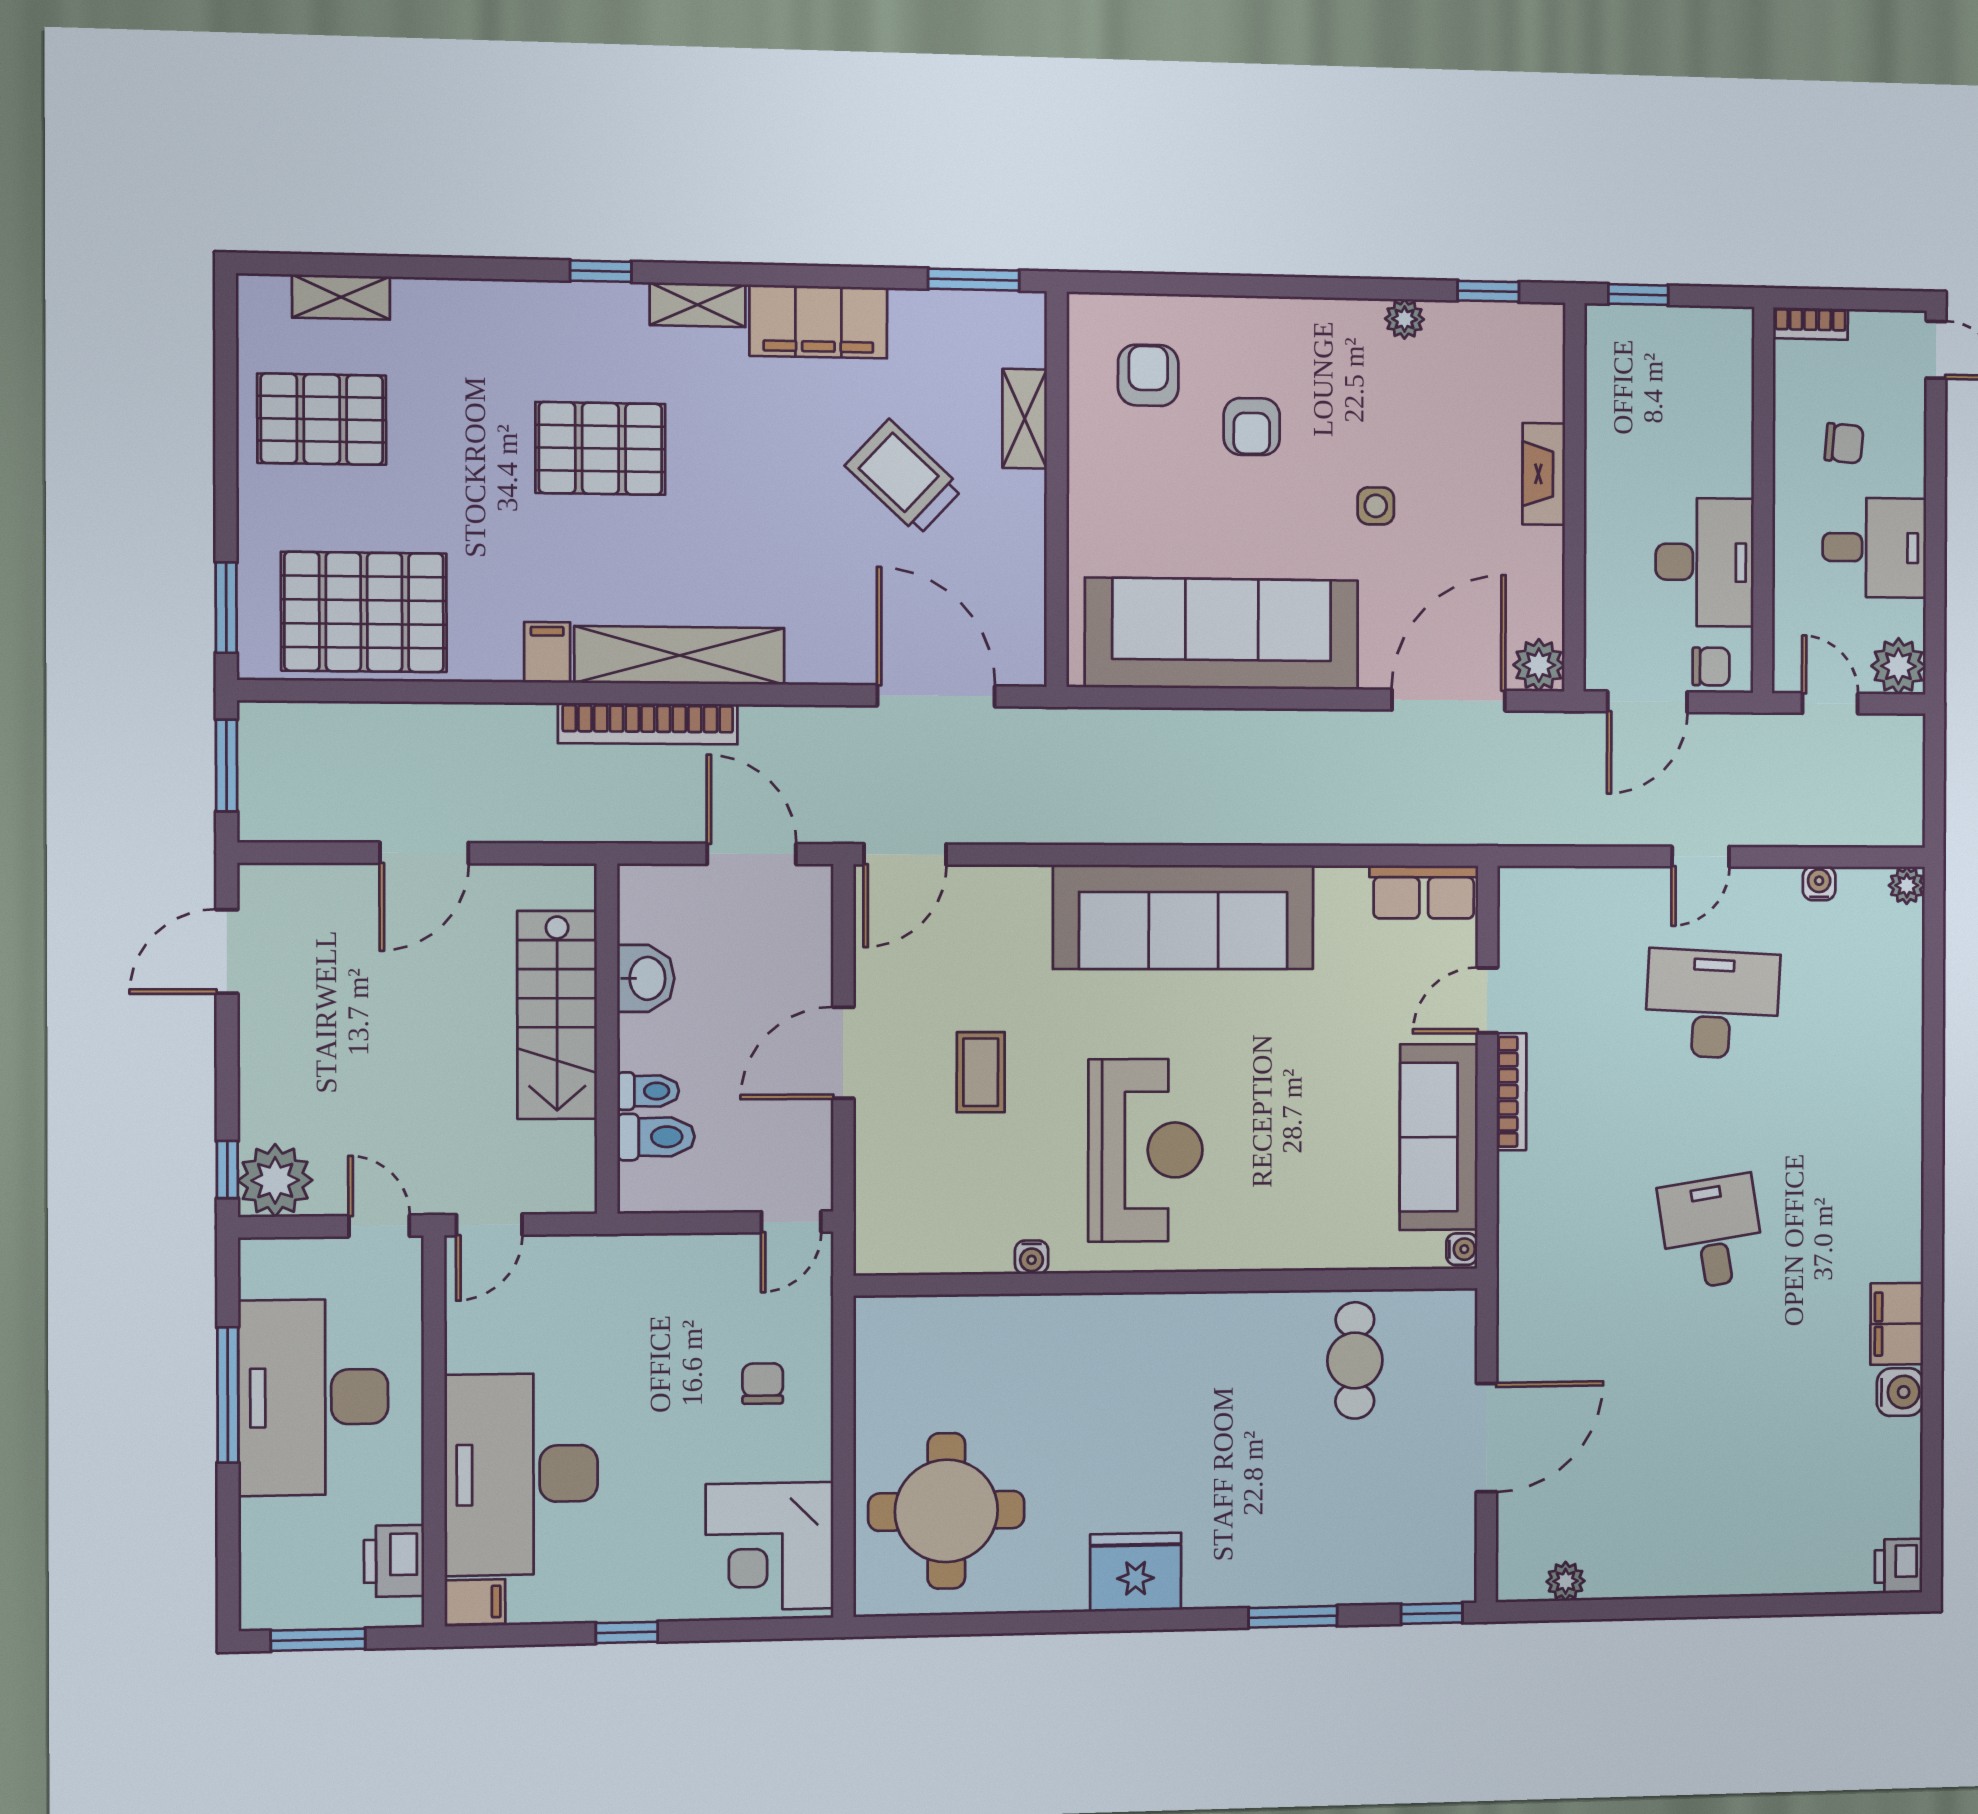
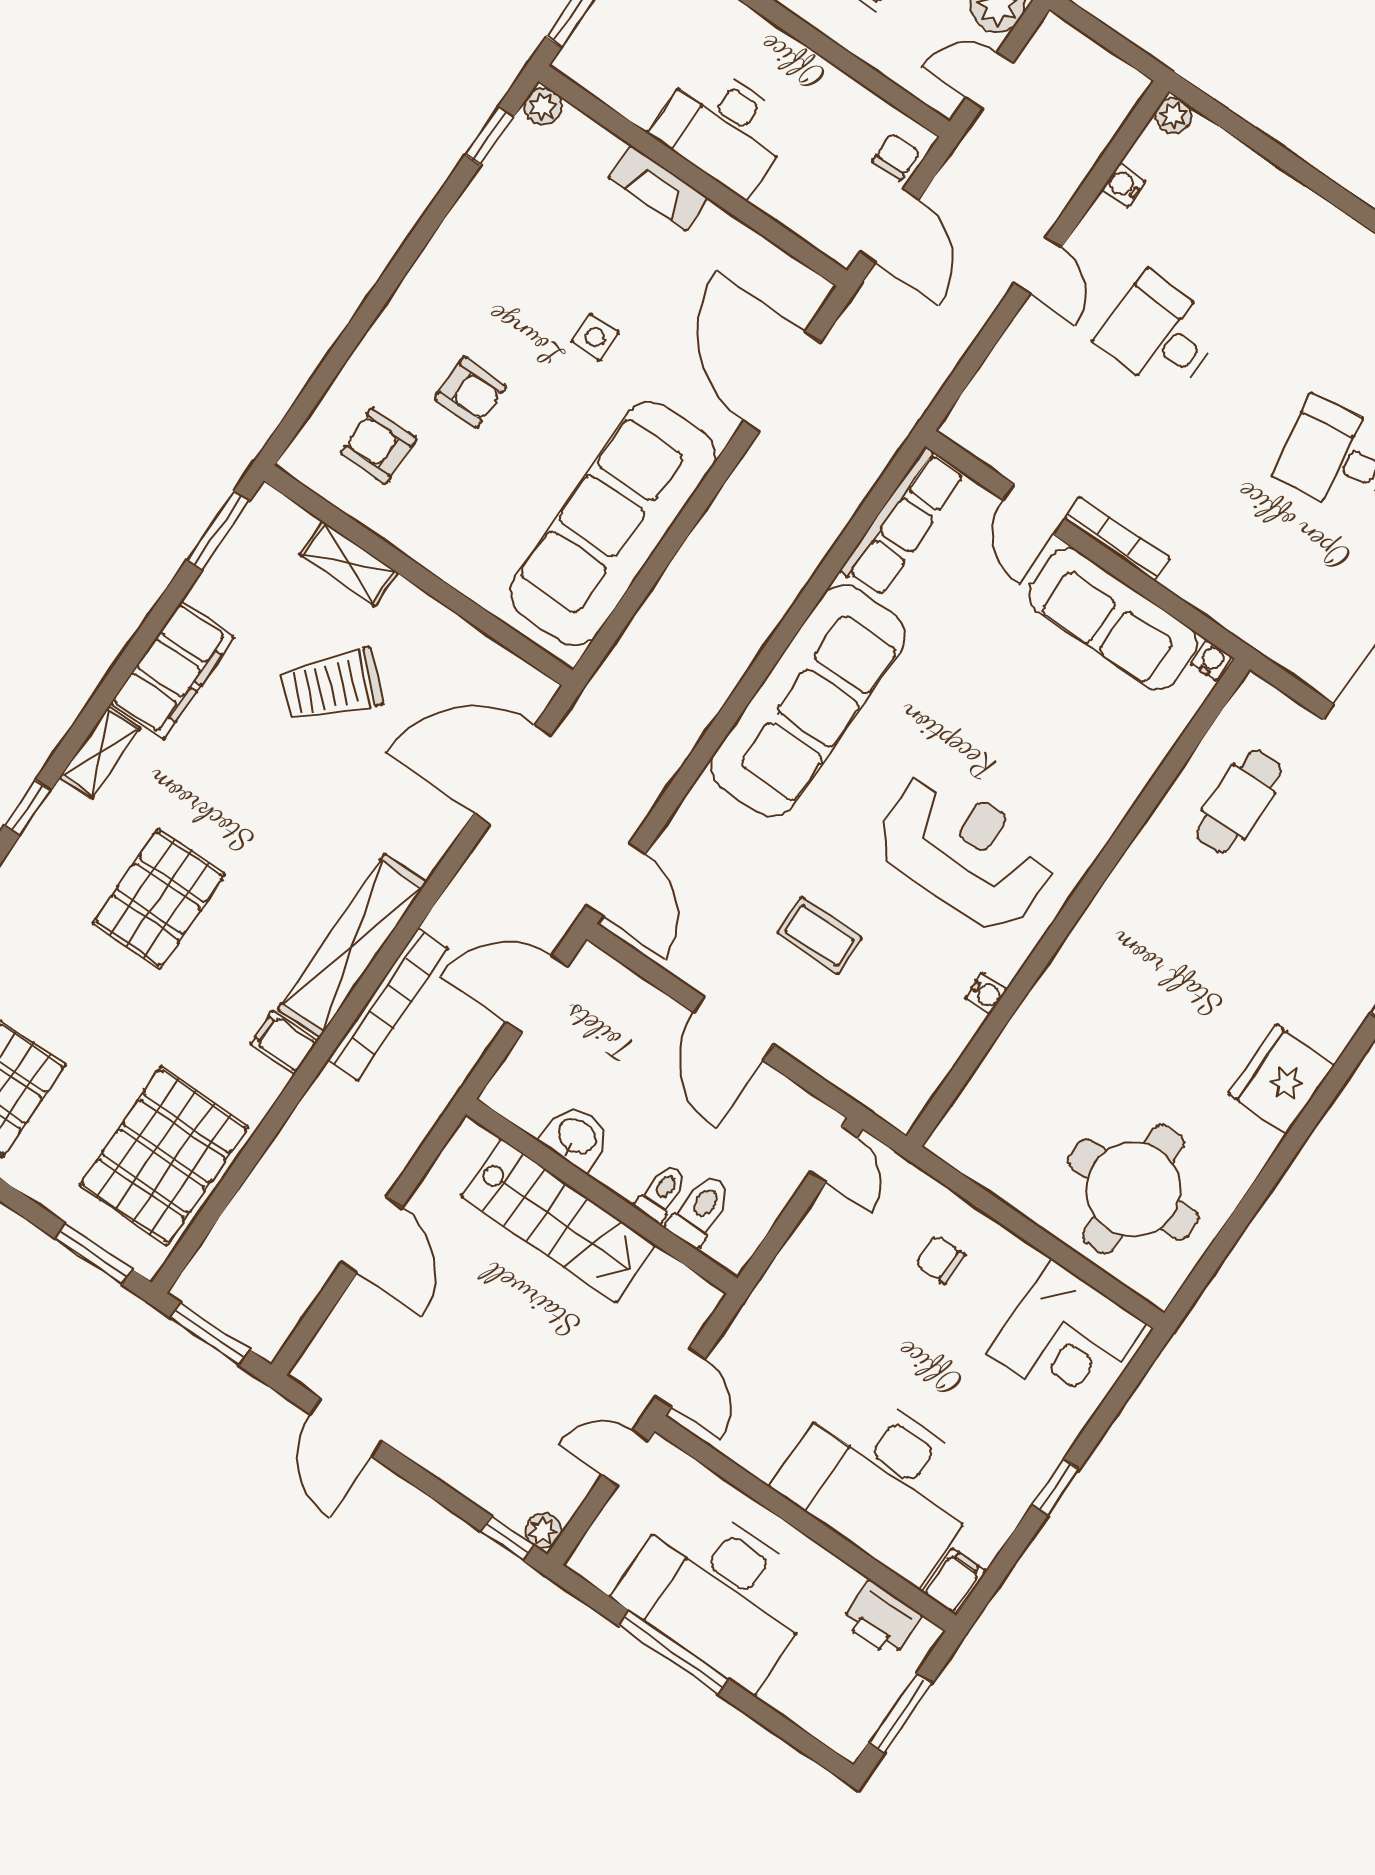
plant: (1405, 319) -> (543, 106), moved
desk: (1705, 562) -> (723, 129), moved, turned 180
plant: (1539, 665) -> (803, 292), removed
row of seats: (1424, 892) -> (902, 522), width x1.48
desk: (1712, 1004) -> (1159, 334), width x0.73
plant: (275, 1180) -> (543, 1531), width x0.53, depth x0.53
cafe table: (1355, 1360) -> (1239, 802), turned 90

